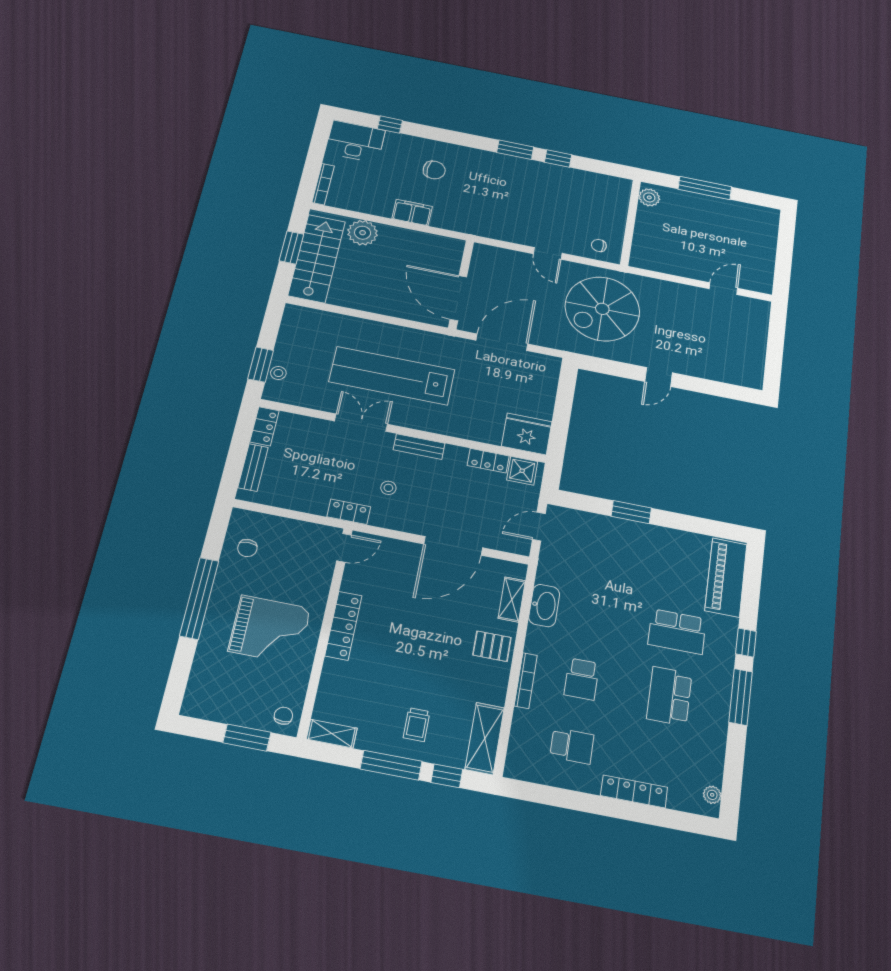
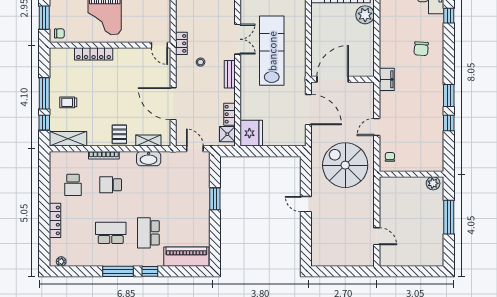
filing cabinet: (412, 212) -> (387, 79), moved
locker: (343, 626) -> (94, 54), moved
shelving: (332, 734) -> (55, 60), removed

